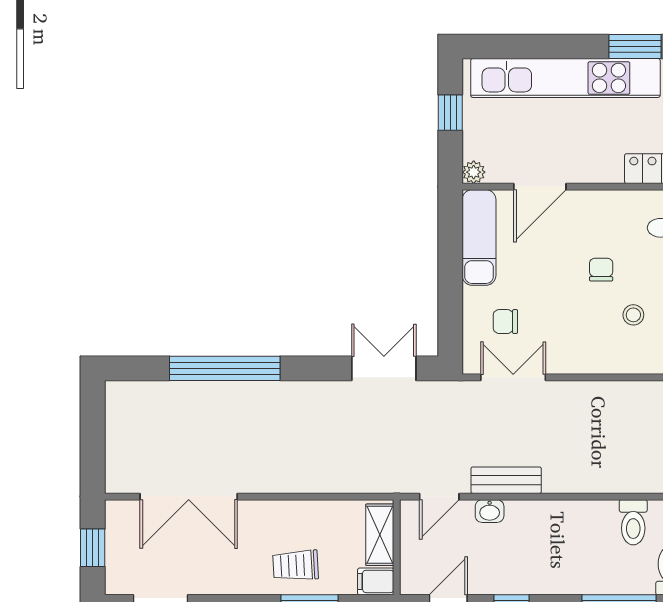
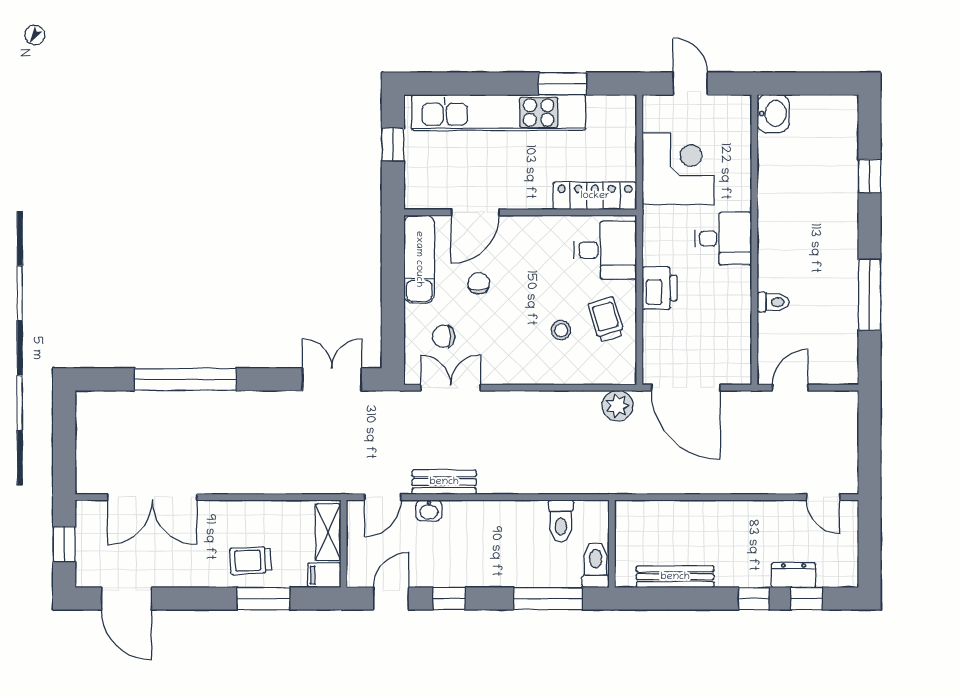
plant: (474, 172) -> (414, 199), removed
chair: (601, 270) -> (479, 283), moved

